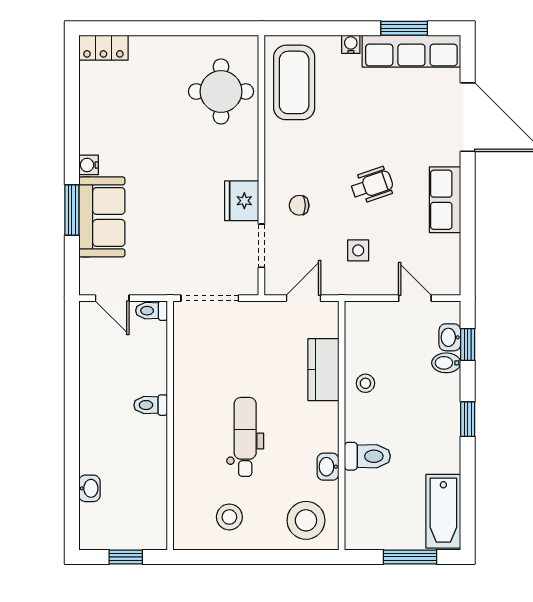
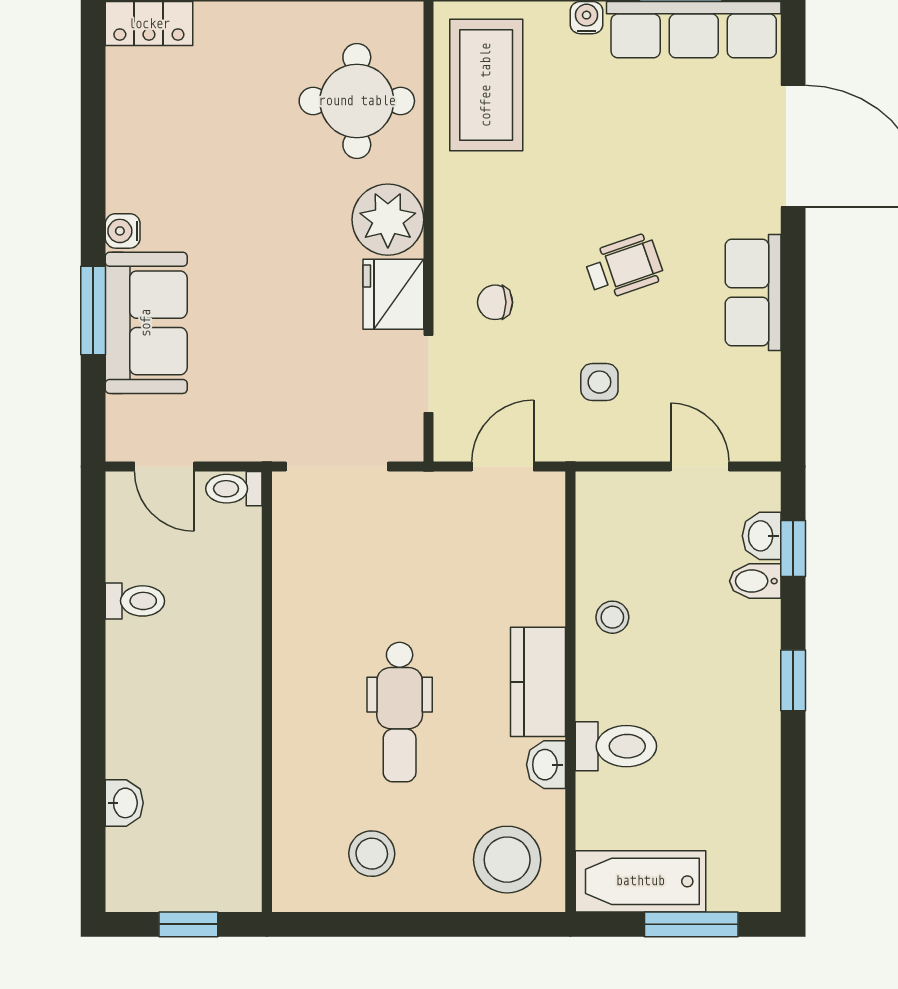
plant: (238, 159) -> (388, 220), added
kitchen counter: (323, 370) -> (538, 682), moved
toilet: (151, 405) -> (135, 601), moved, turned 180
dental chair: (245, 437) -> (400, 712), turned 180
bathtub: (443, 511) -> (640, 881), moved, turned 90

